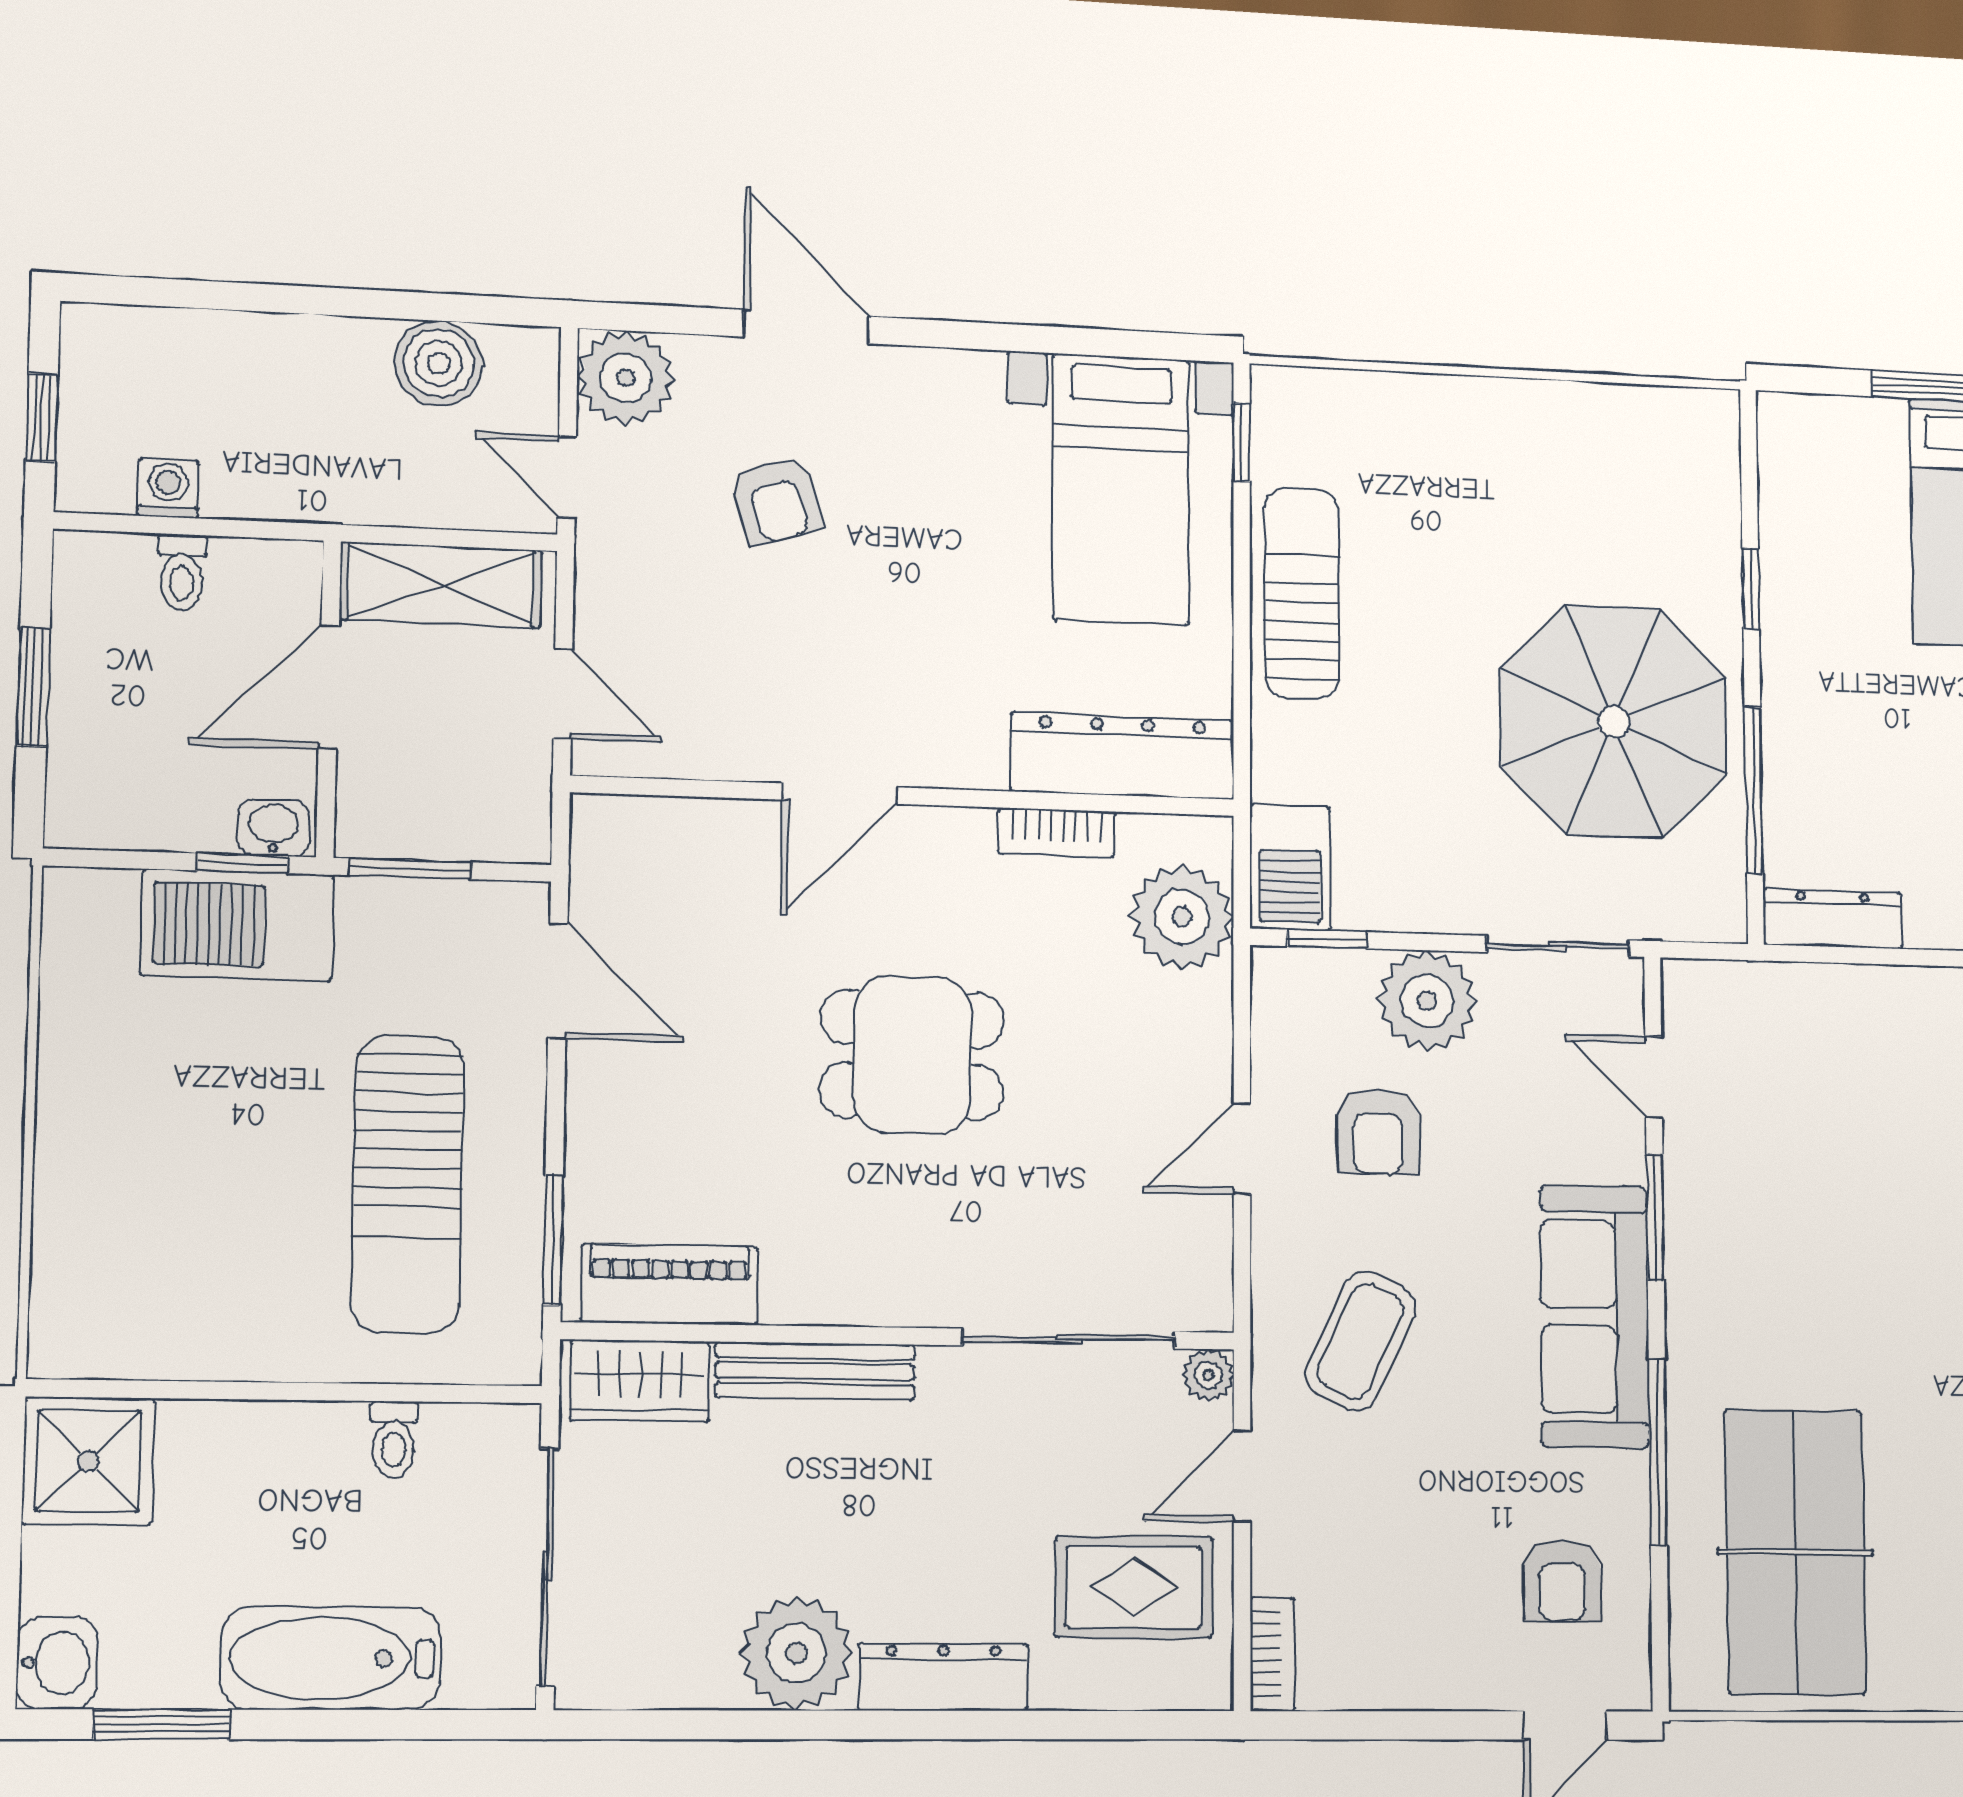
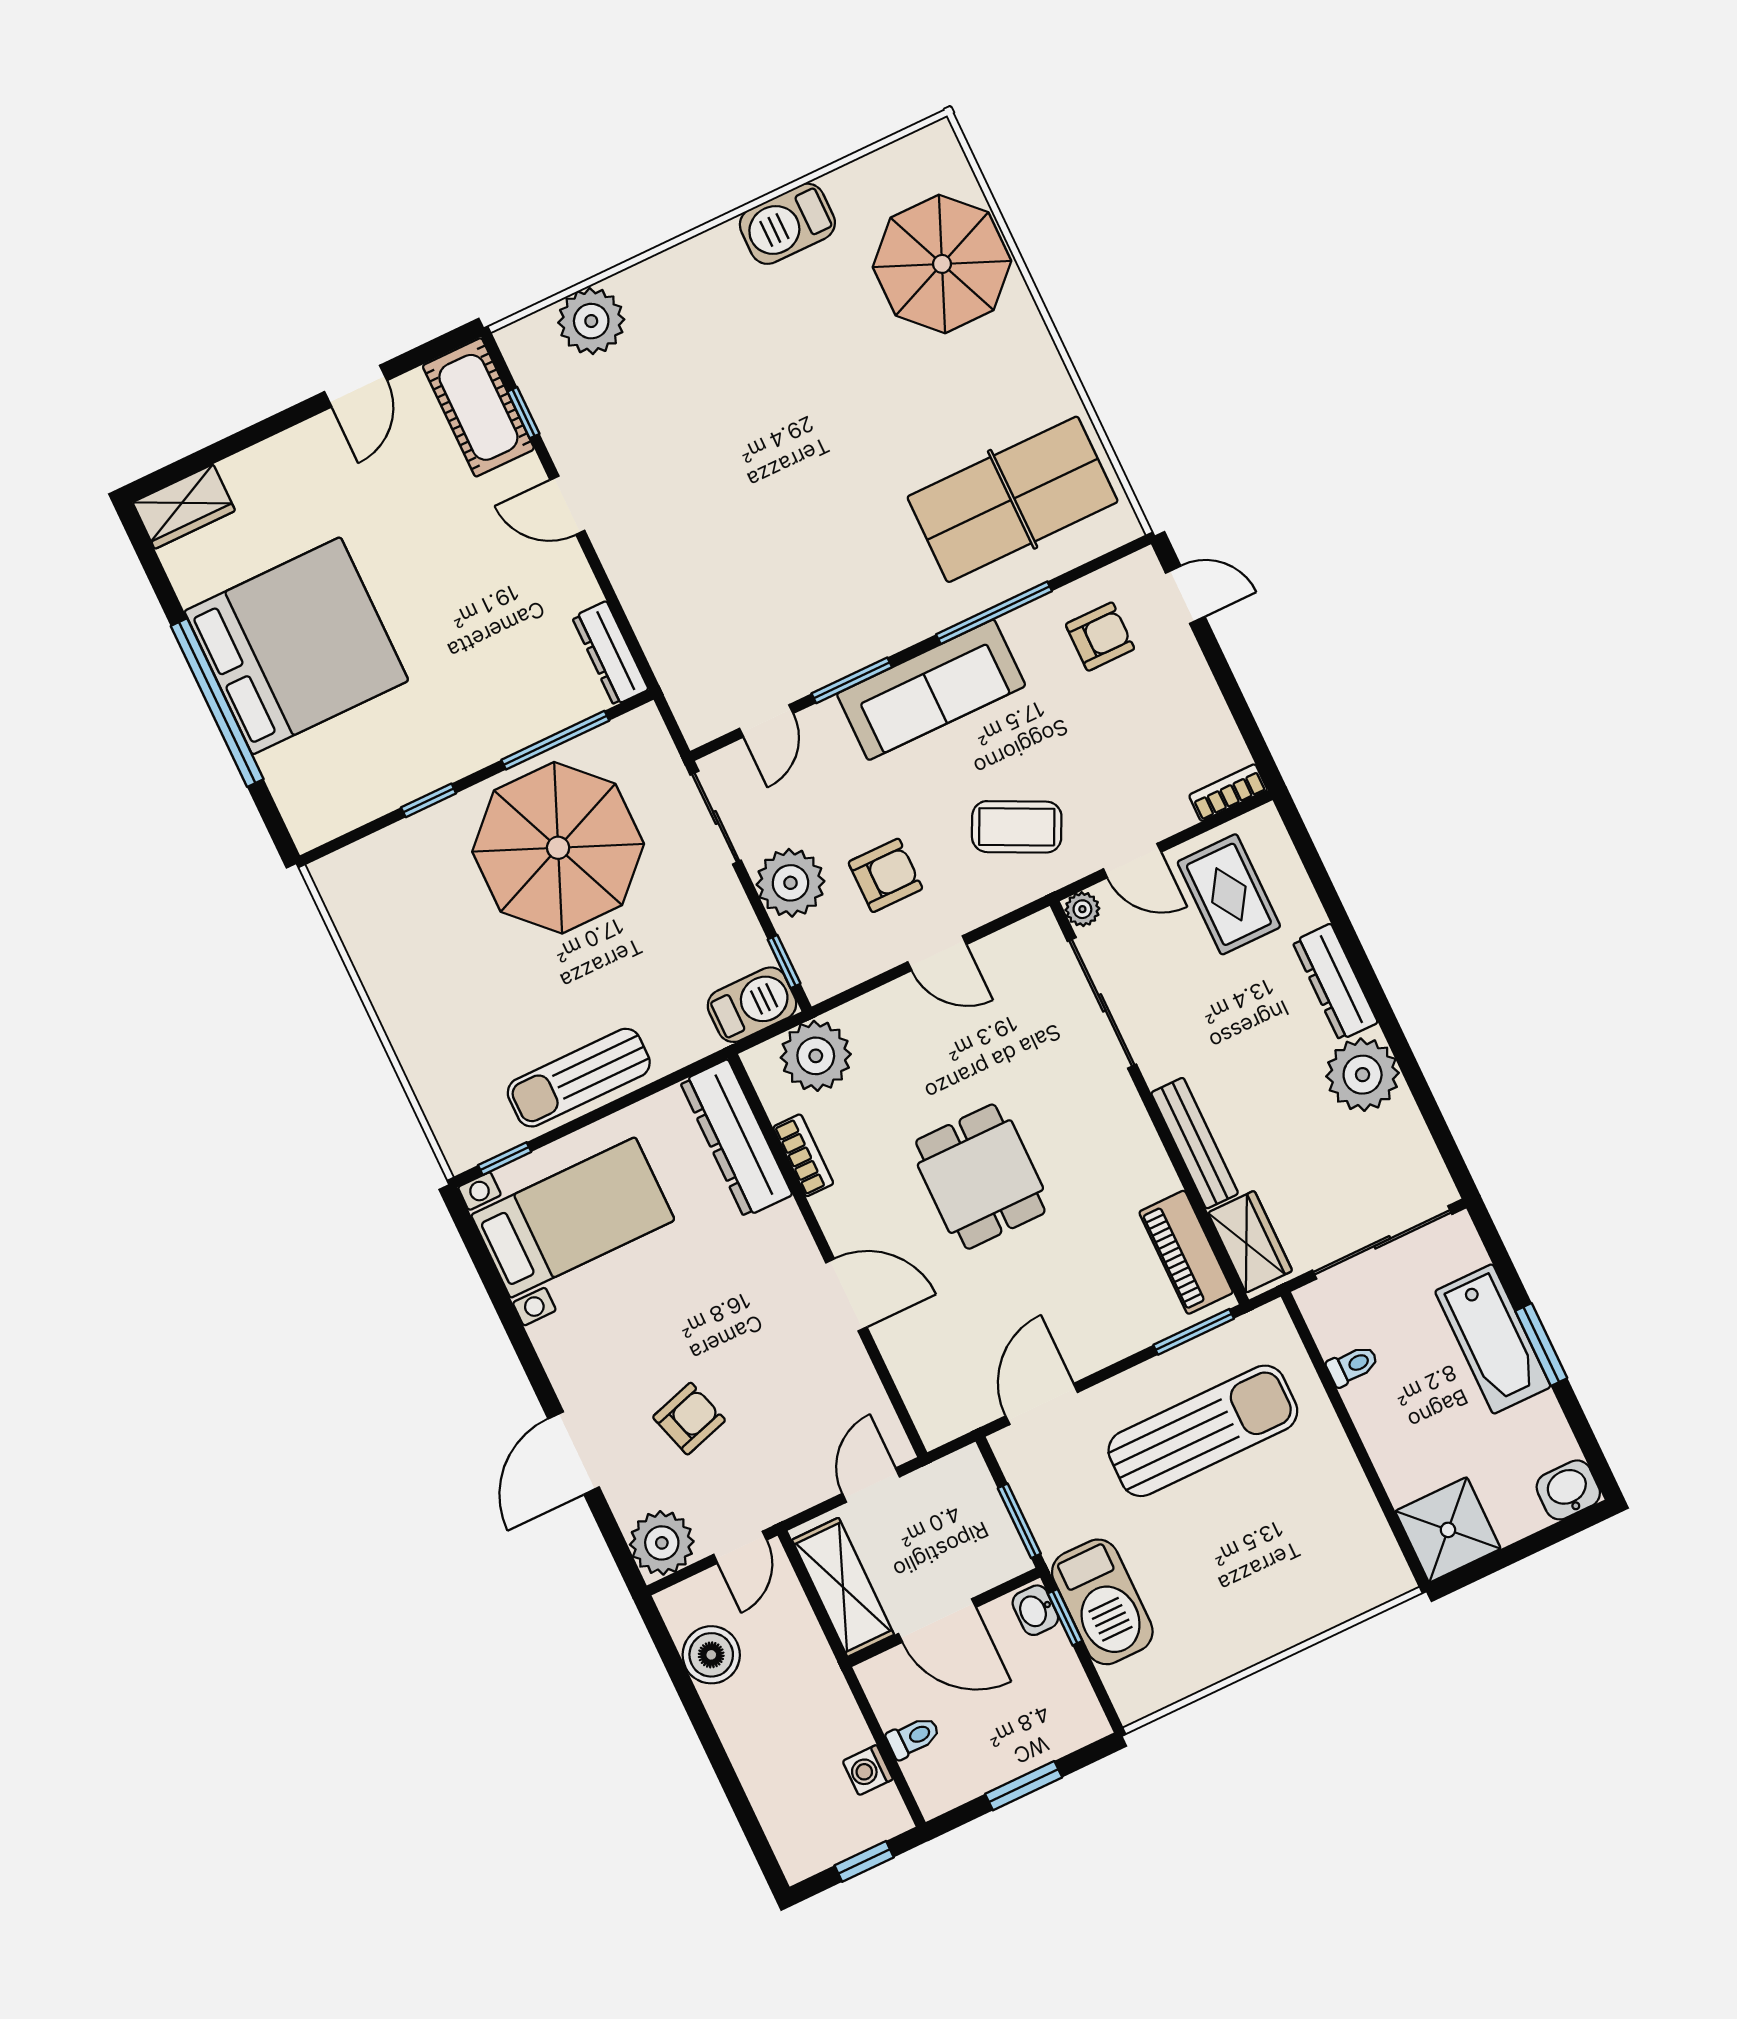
window: (162, 1724) -> (1541, 1345), moved

